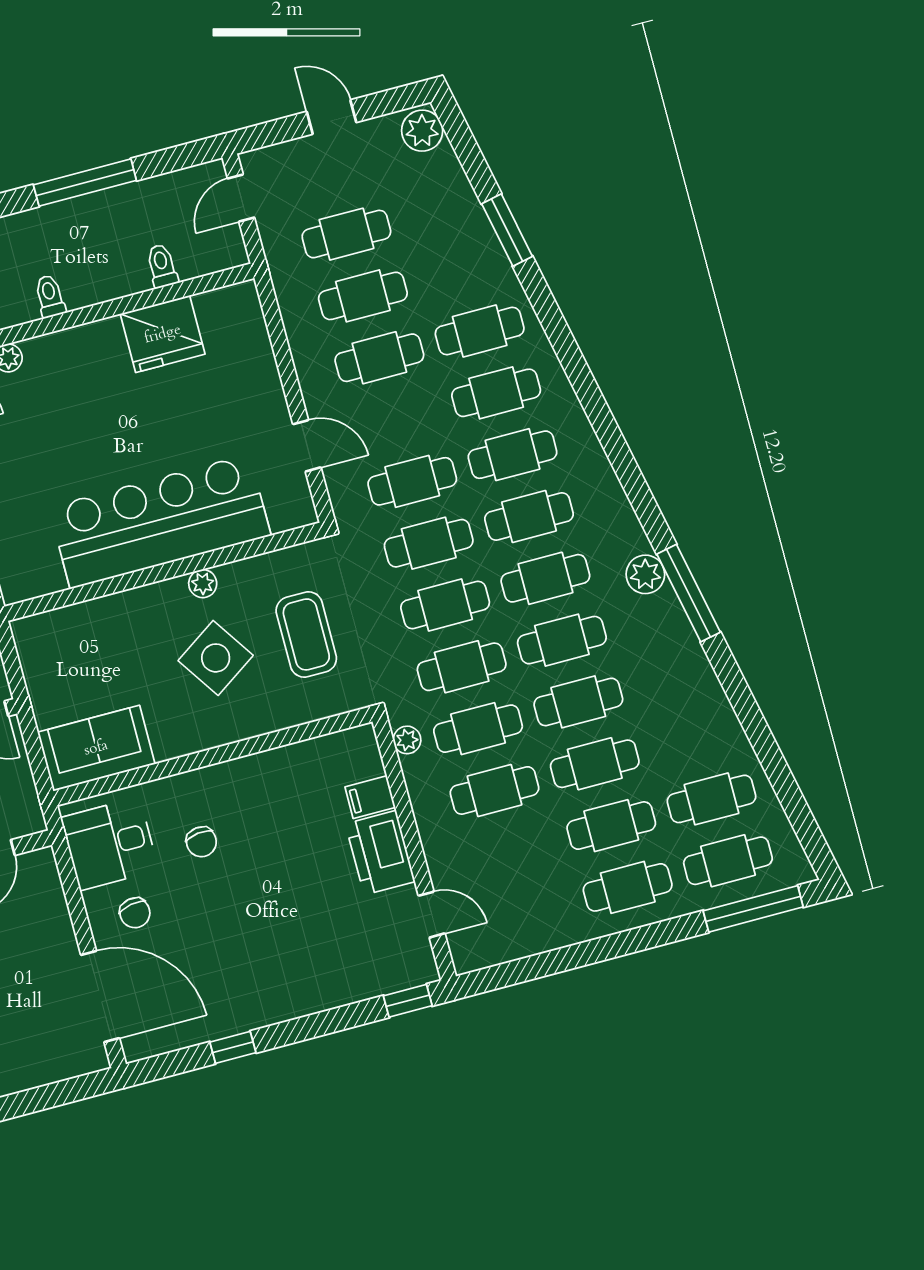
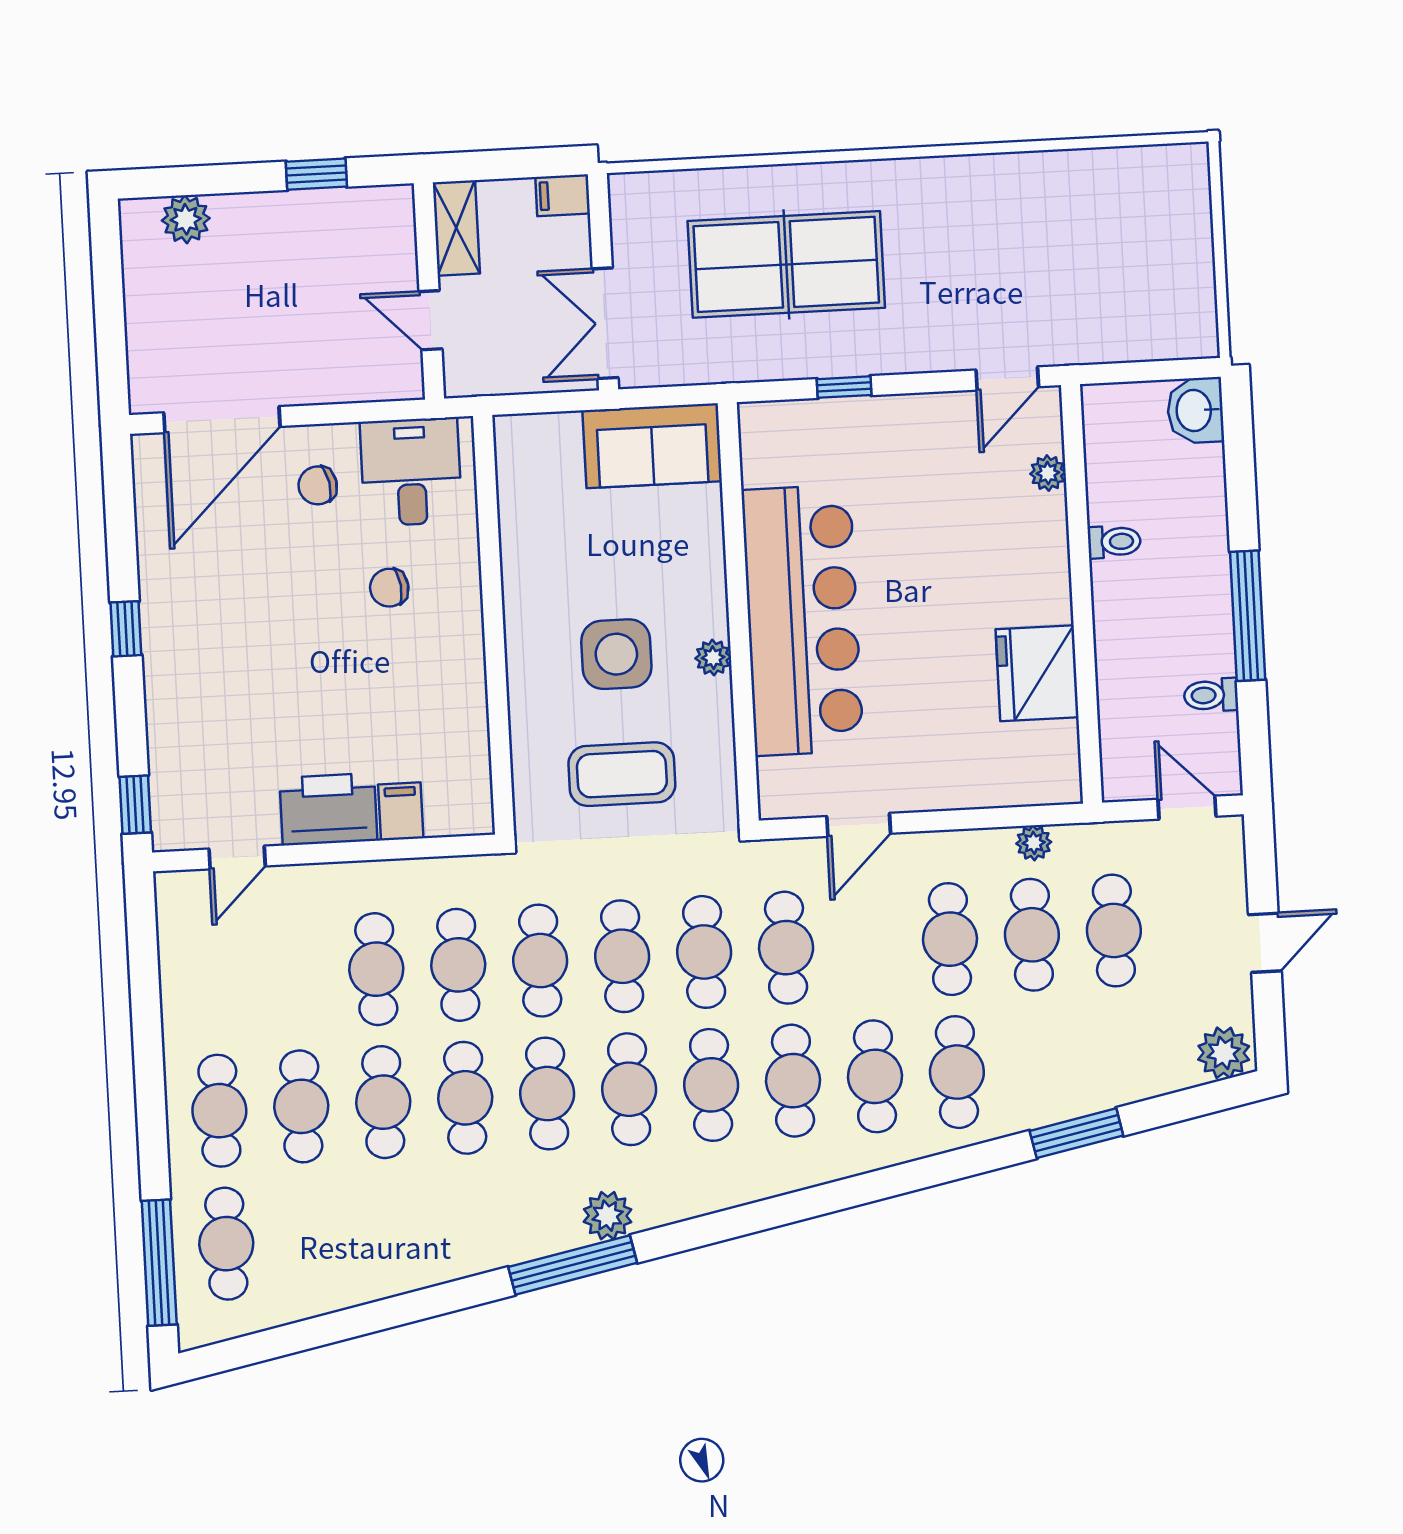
toilet: (162, 266) -> (1211, 695), moved, turned 180
side table: (216, 658) -> (616, 654), turned 34
plant: (407, 740) -> (1034, 843), moved
sofa: (96, 748) -> (652, 446), moved, turned 90
cafe table: (712, 799) -> (308, 1239), removed
window: (233, 1047) -> (126, 629), moved

